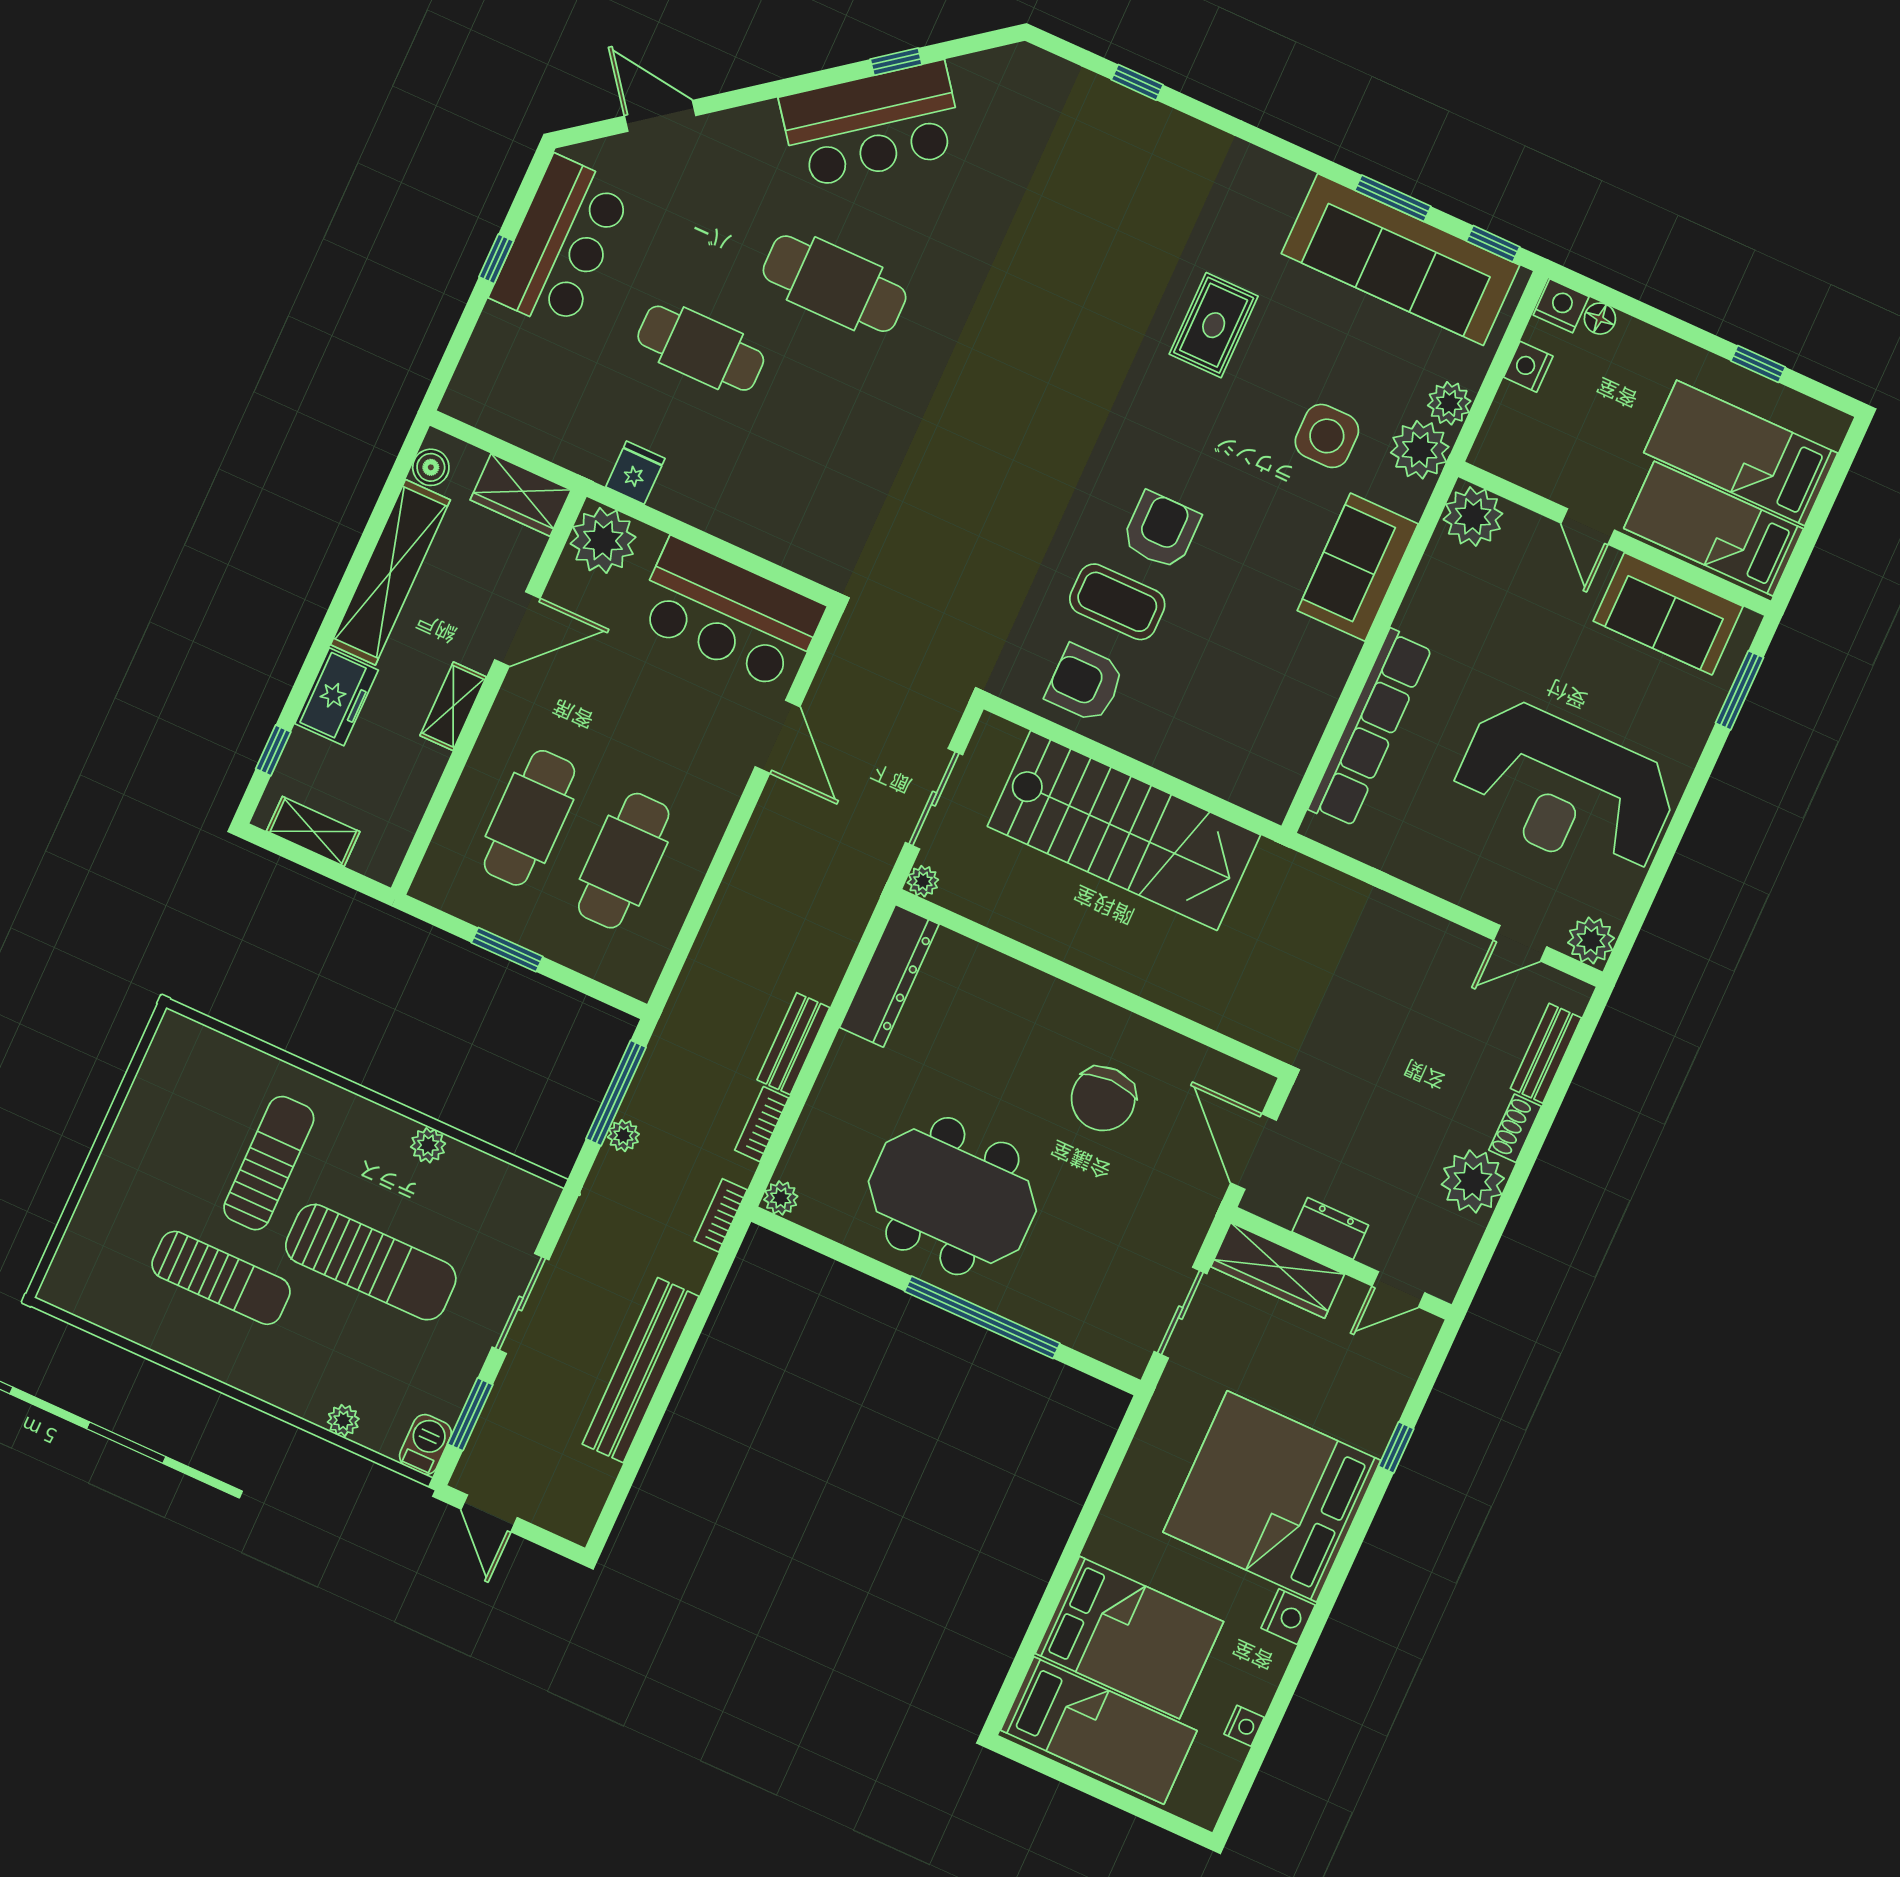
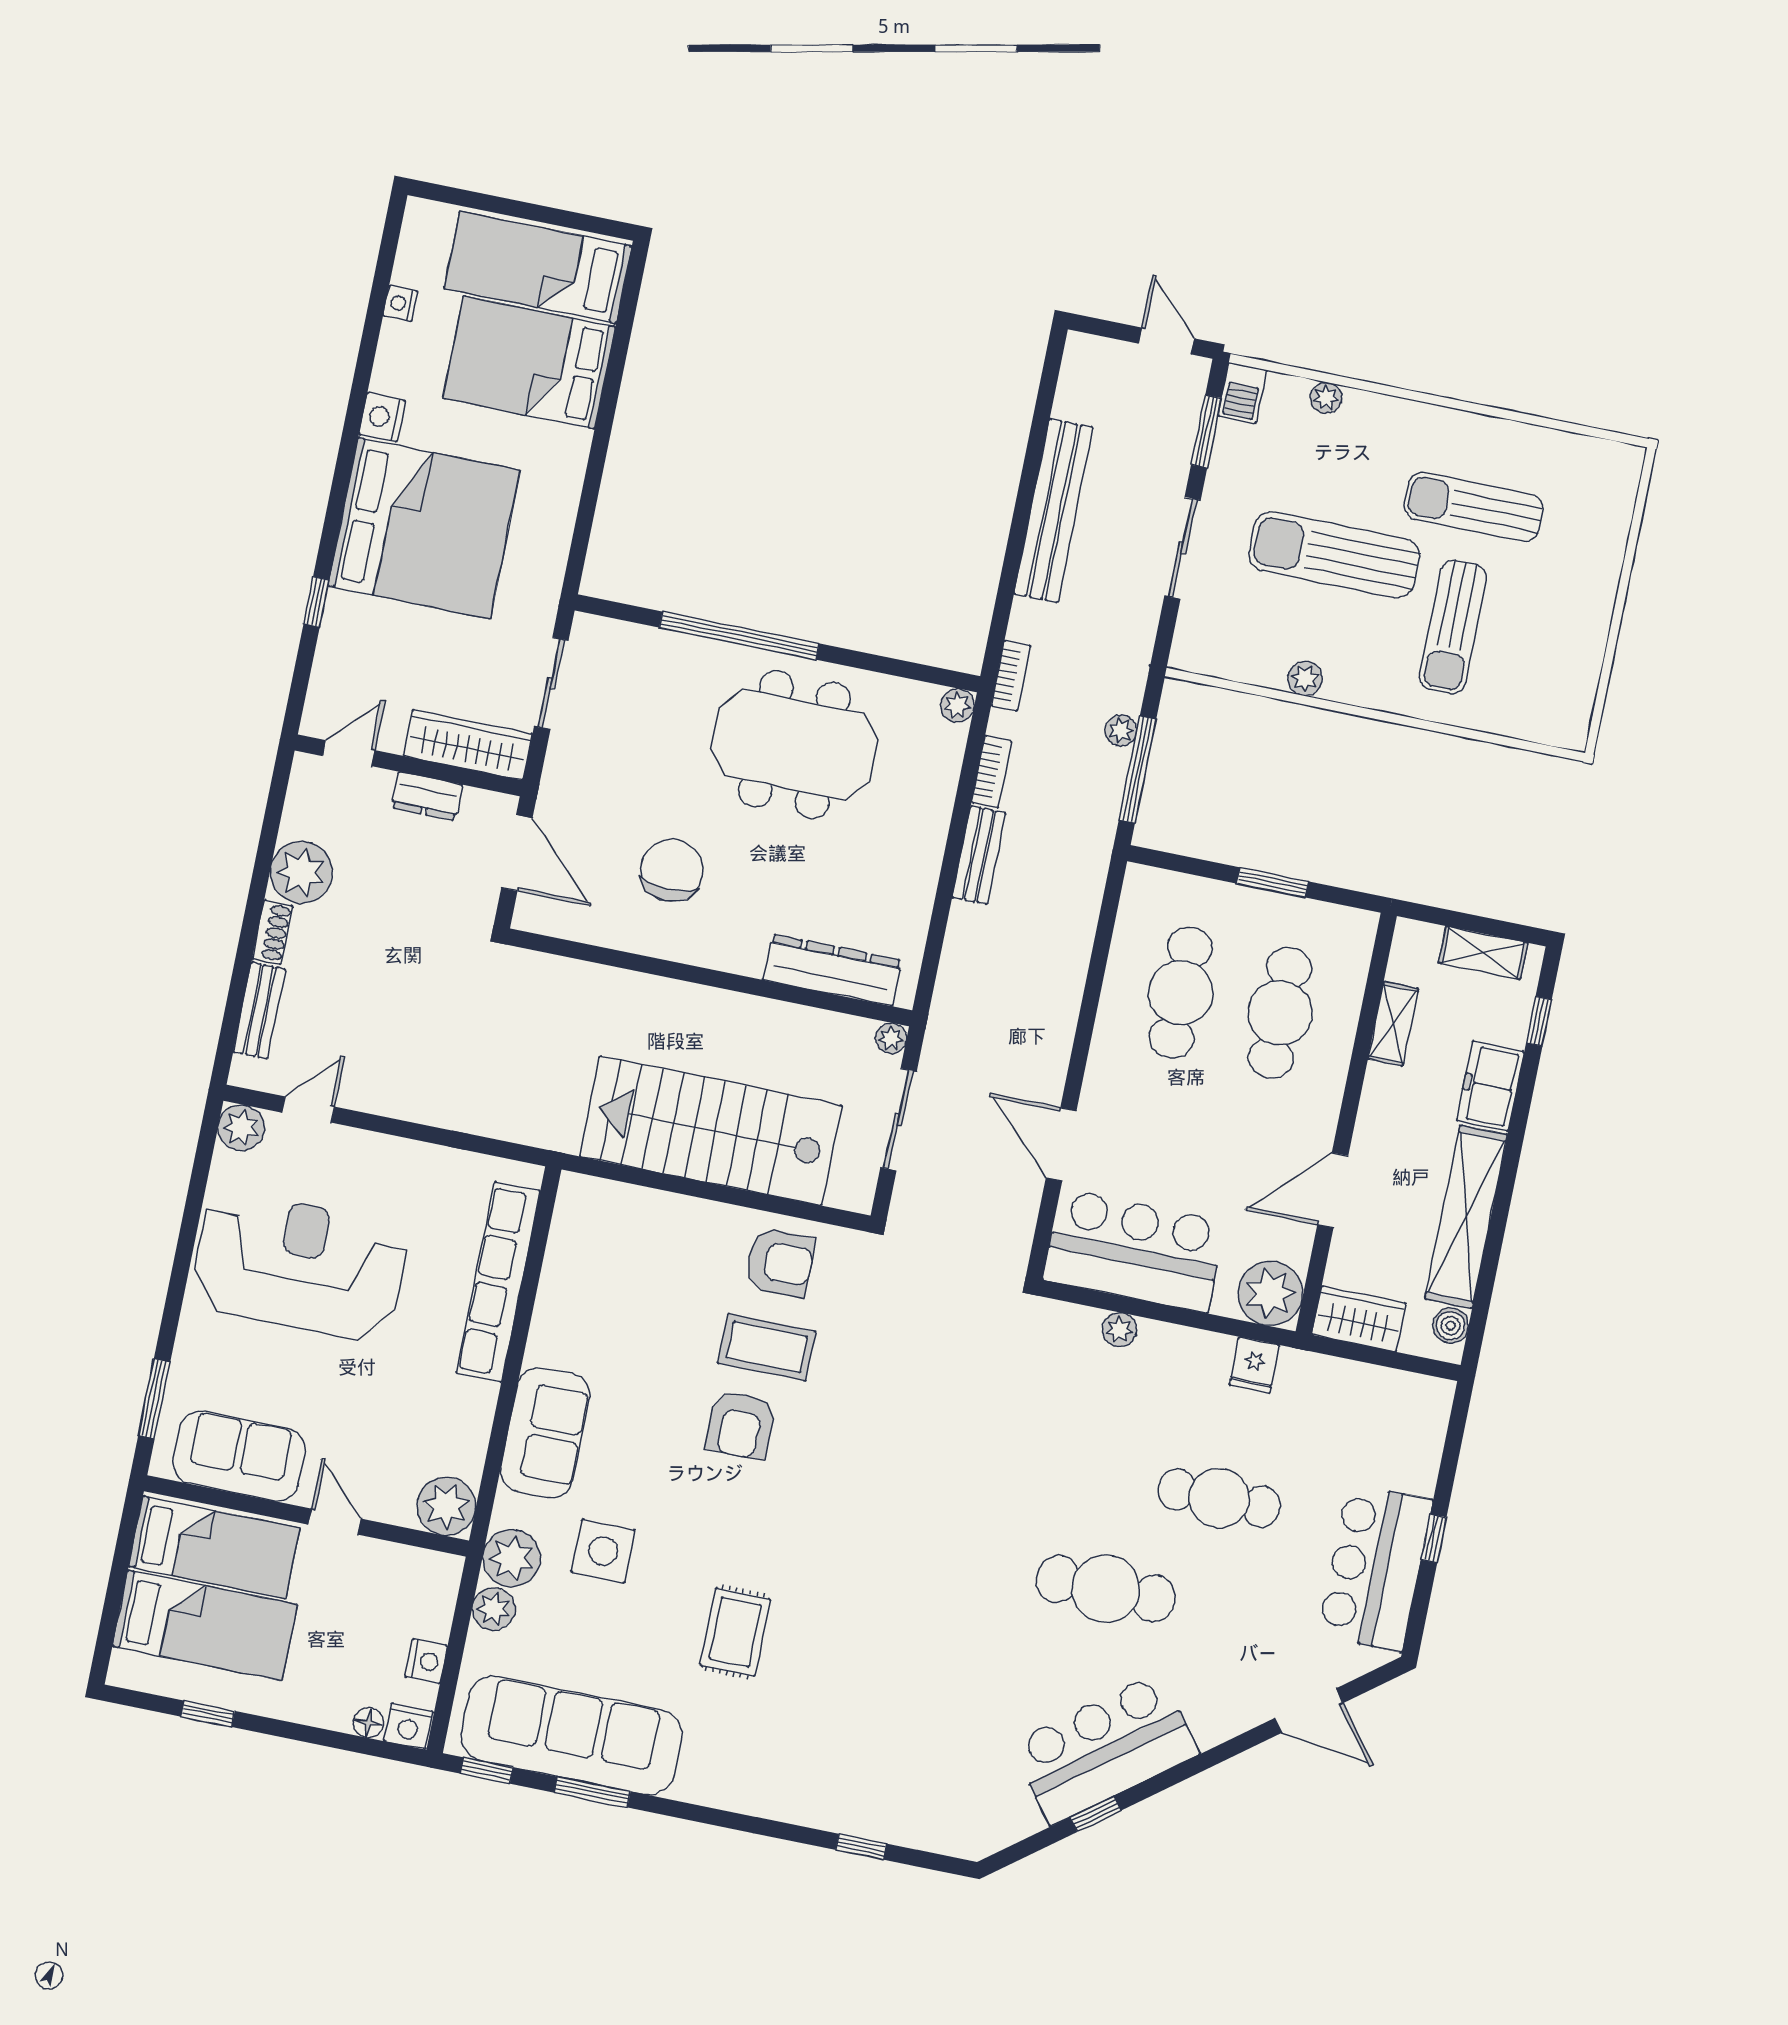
plant: (762, 539) -> (1119, 1330), added
shelving: (453, 706) -> (1393, 1024), moved
dresser: (889, 976) -> (832, 970), moved, turned 90

